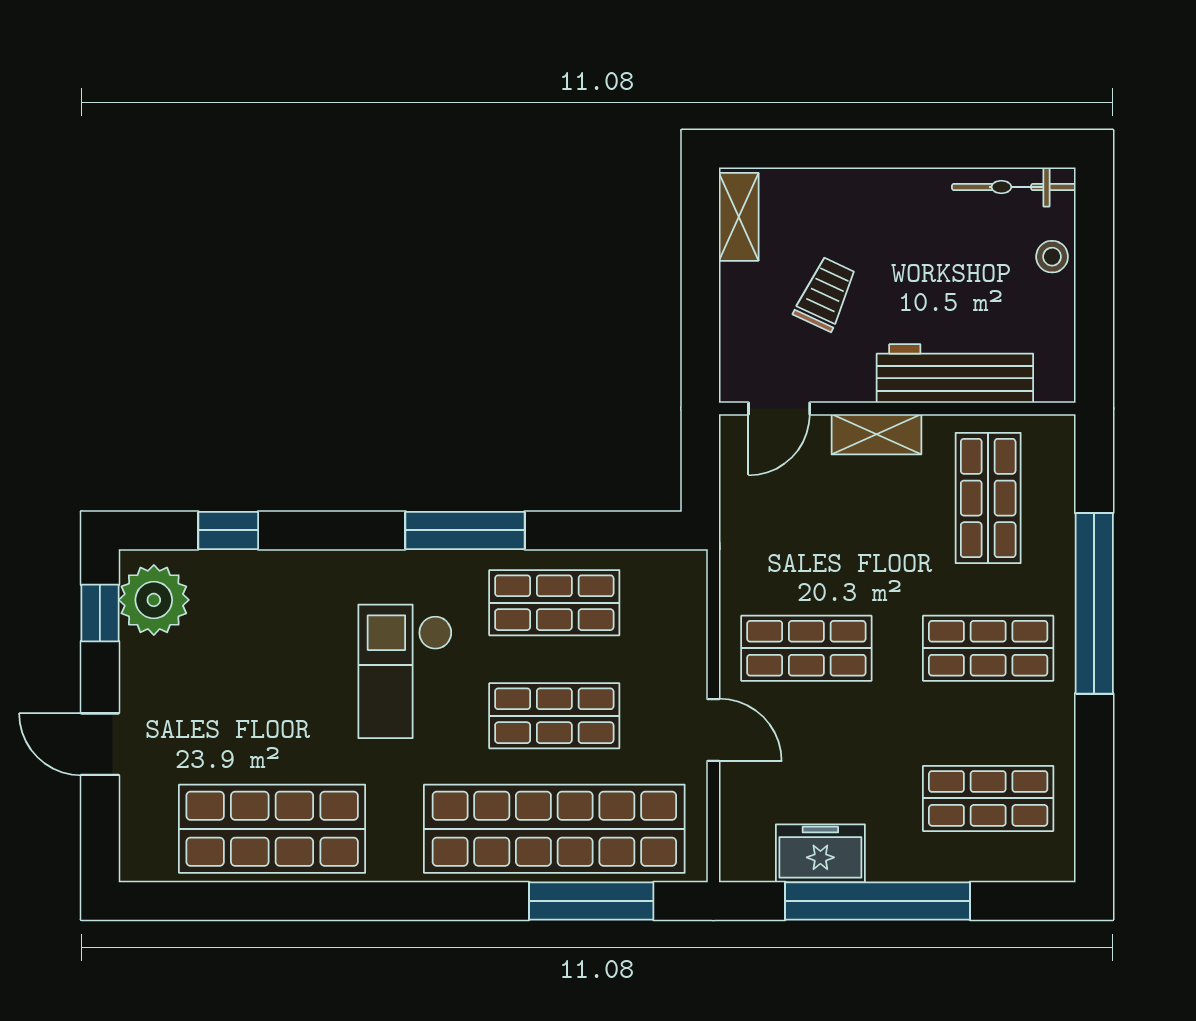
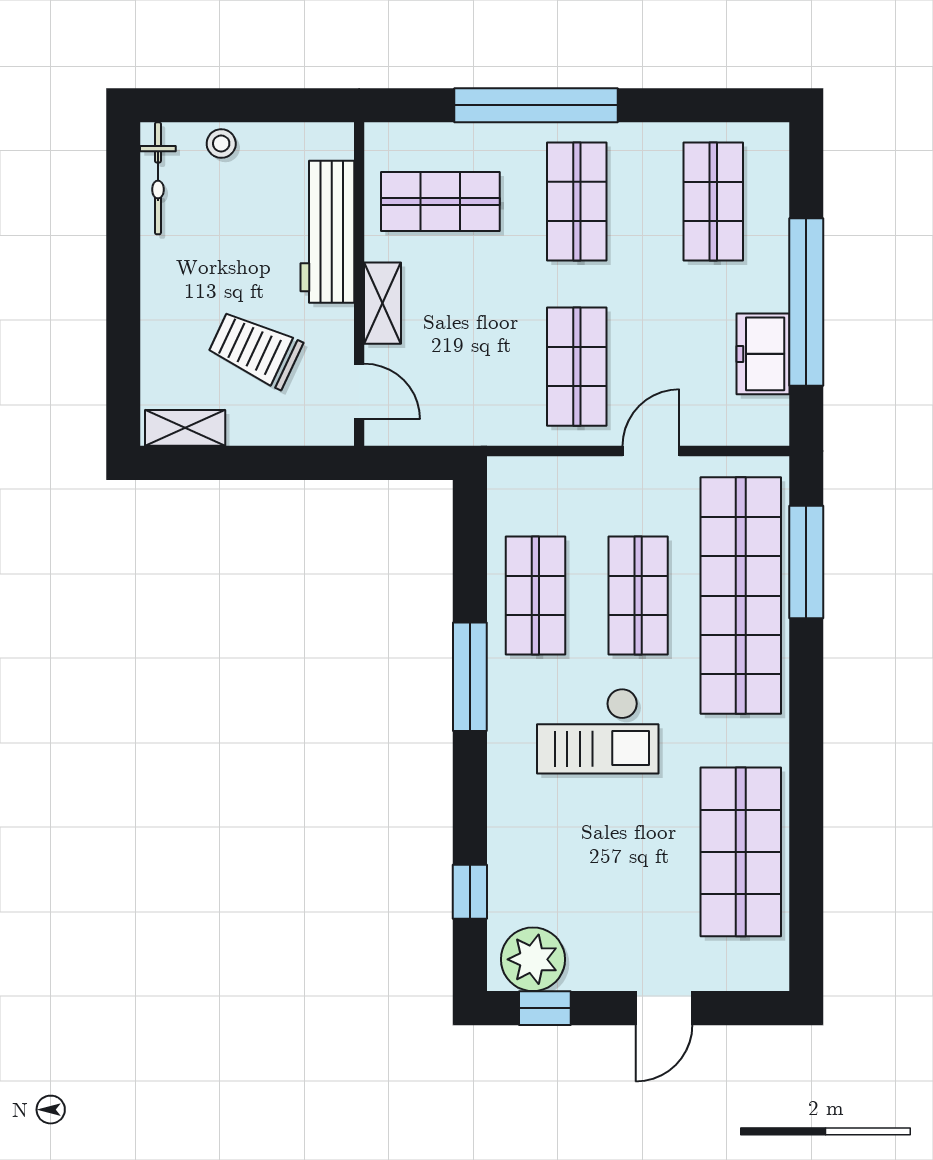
trolley: (825, 294) -> (255, 349), width x1.36, depth x1.39

